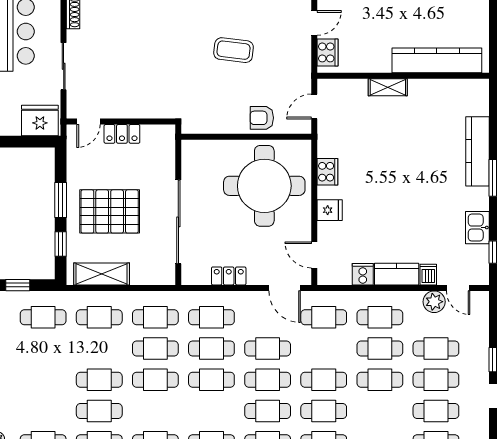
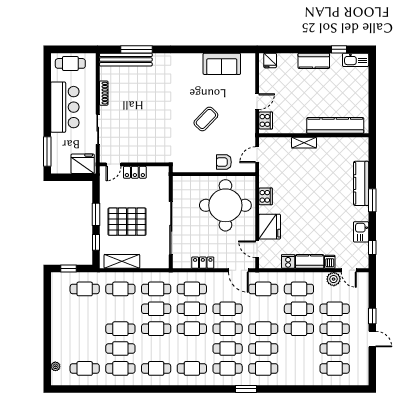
coffee table: (234, 50) -> (206, 119), turned -53
fridge: (330, 210) -> (270, 227), width x1.88, depth x1.34

